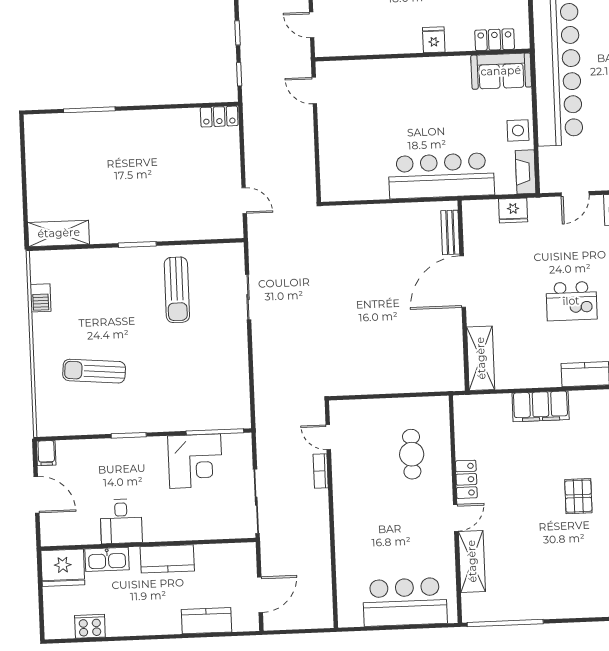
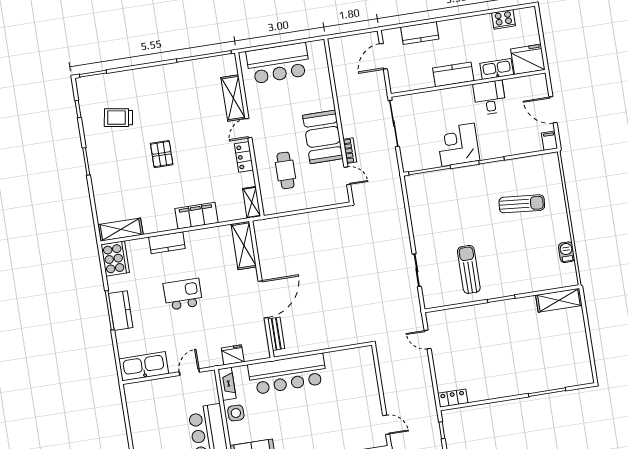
shelving: (463, 416) -> (252, 202), added
corner desk: (195, 461) -> (458, 145), moved
booth: (355, 494) -> (323, 137), added

